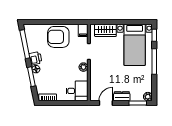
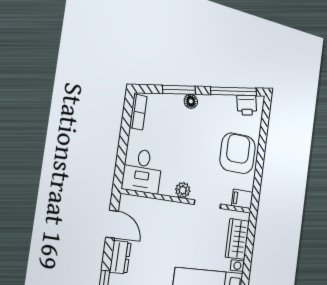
printer: (35, 58) -> (247, 105), moved

